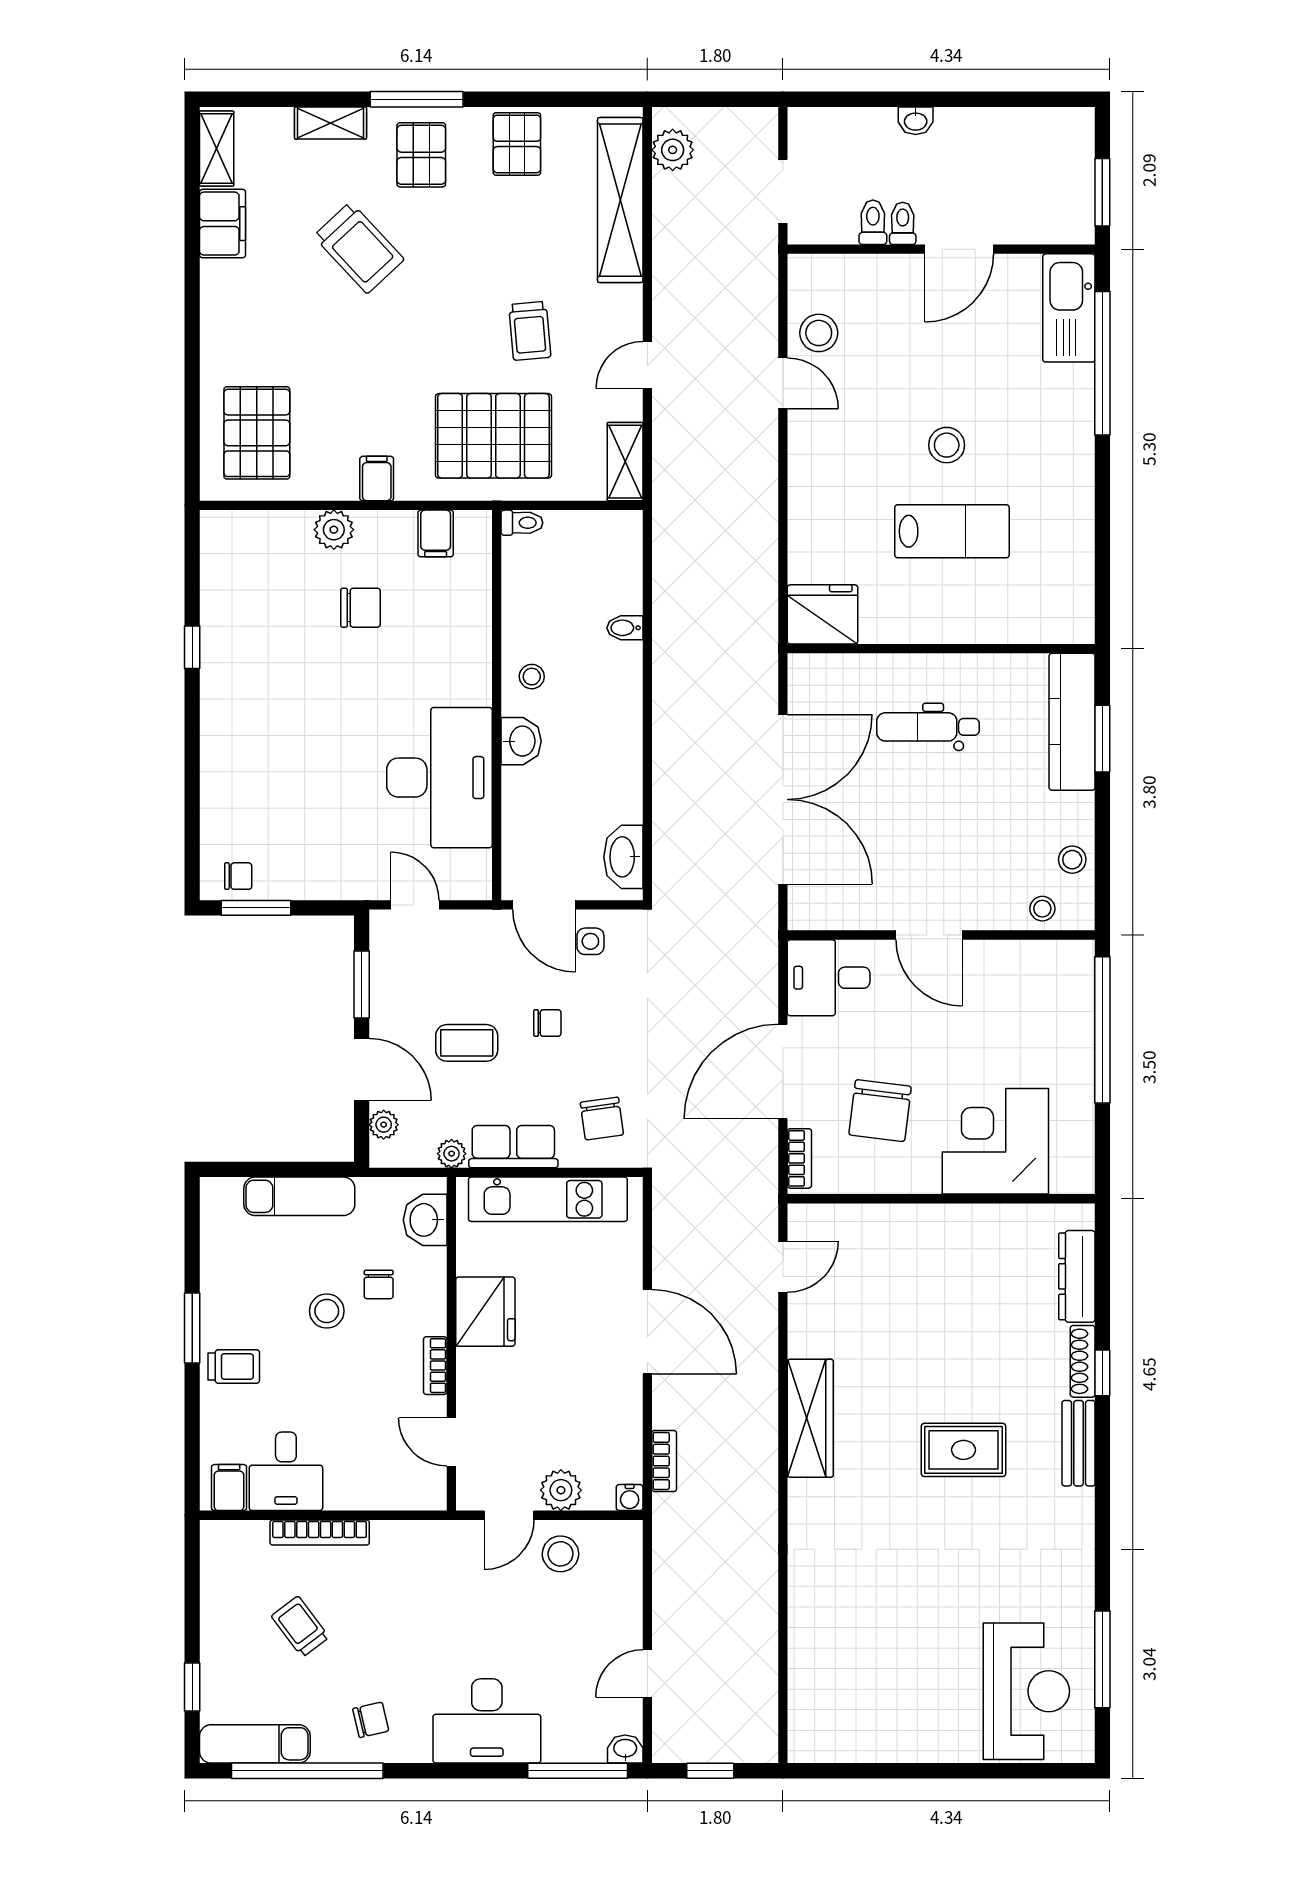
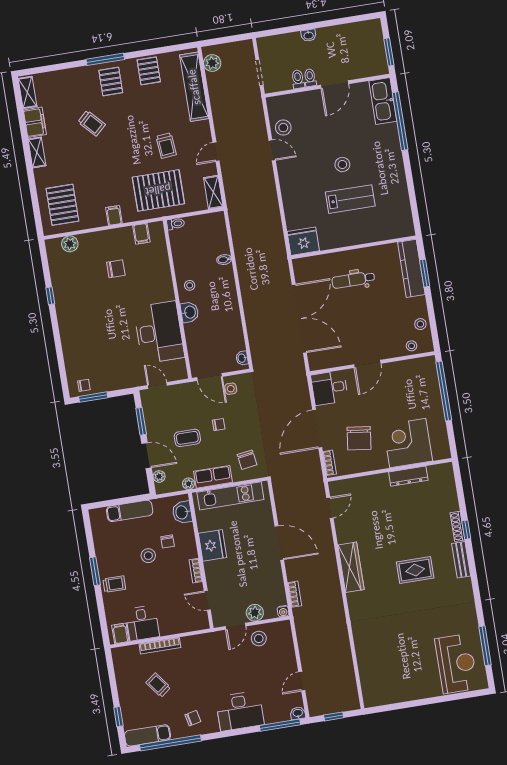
shelving: (331, 123) -> (37, 152), moved, turned 90
trolley: (359, 248) -> (92, 123), width x0.73, depth x0.72
plant: (334, 530) -> (70, 244), moved
washbasin: (623, 857) -> (242, 358), width x0.52, depth x0.69
door: (929, 935) -> (367, 364), hinge flipped
dresser: (1077, 1276) -> (408, 476), moved, turned -90

